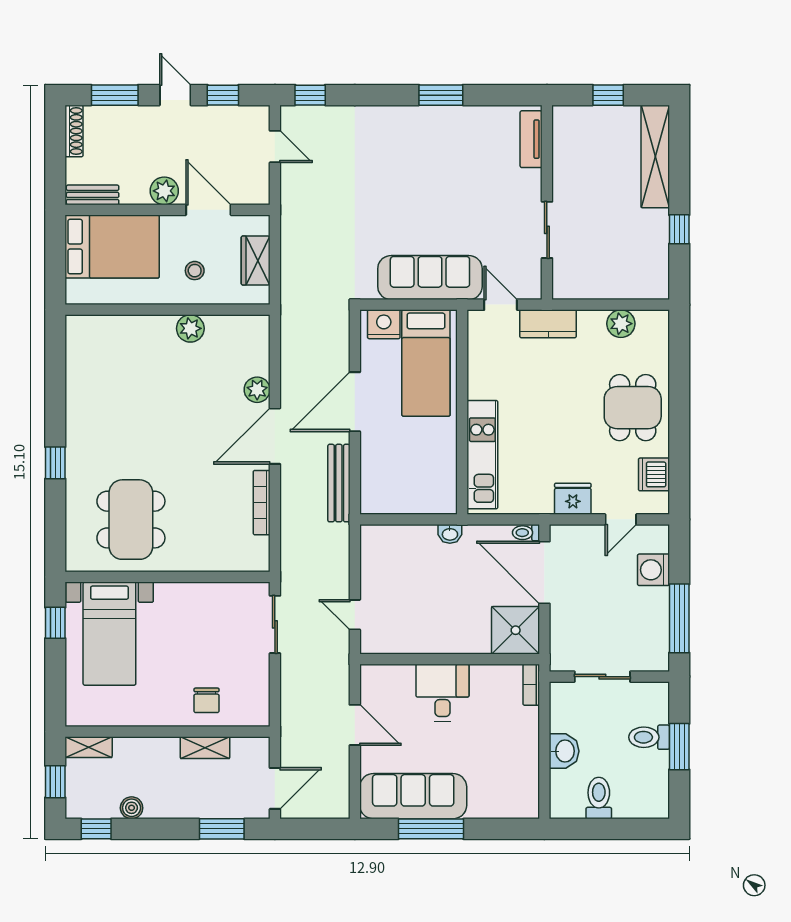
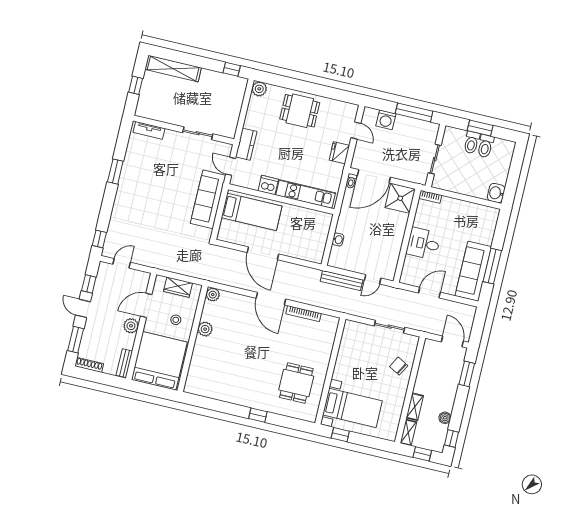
door: (175, 95) -> (83, 308), hinge flipped
window: (679, 229) -> (232, 69), moved
bed: (112, 247) -> (159, 361), width x1.36
door: (501, 305) -> (231, 166), hinge flipped
nightstand: (384, 324) -> (226, 229), removed
plant: (621, 324) -> (259, 89), moved
plant: (257, 390) -> (213, 295), moved
dishwasher: (654, 474) -> (268, 185), moved, turned 180
bench: (339, 483) -> (342, 281), moved
dining table: (131, 520) -> (296, 383), width x0.73
washbasin: (450, 534) -> (338, 240), moved
sliding door: (275, 624) -> (390, 327), moved
chair: (207, 700) -> (399, 366), turned -151
shelving: (205, 748) -> (415, 407), moved
washbasin: (564, 751) -> (496, 193), moved, turned -90
toilet: (599, 798) -> (485, 146), moved, turned -90

